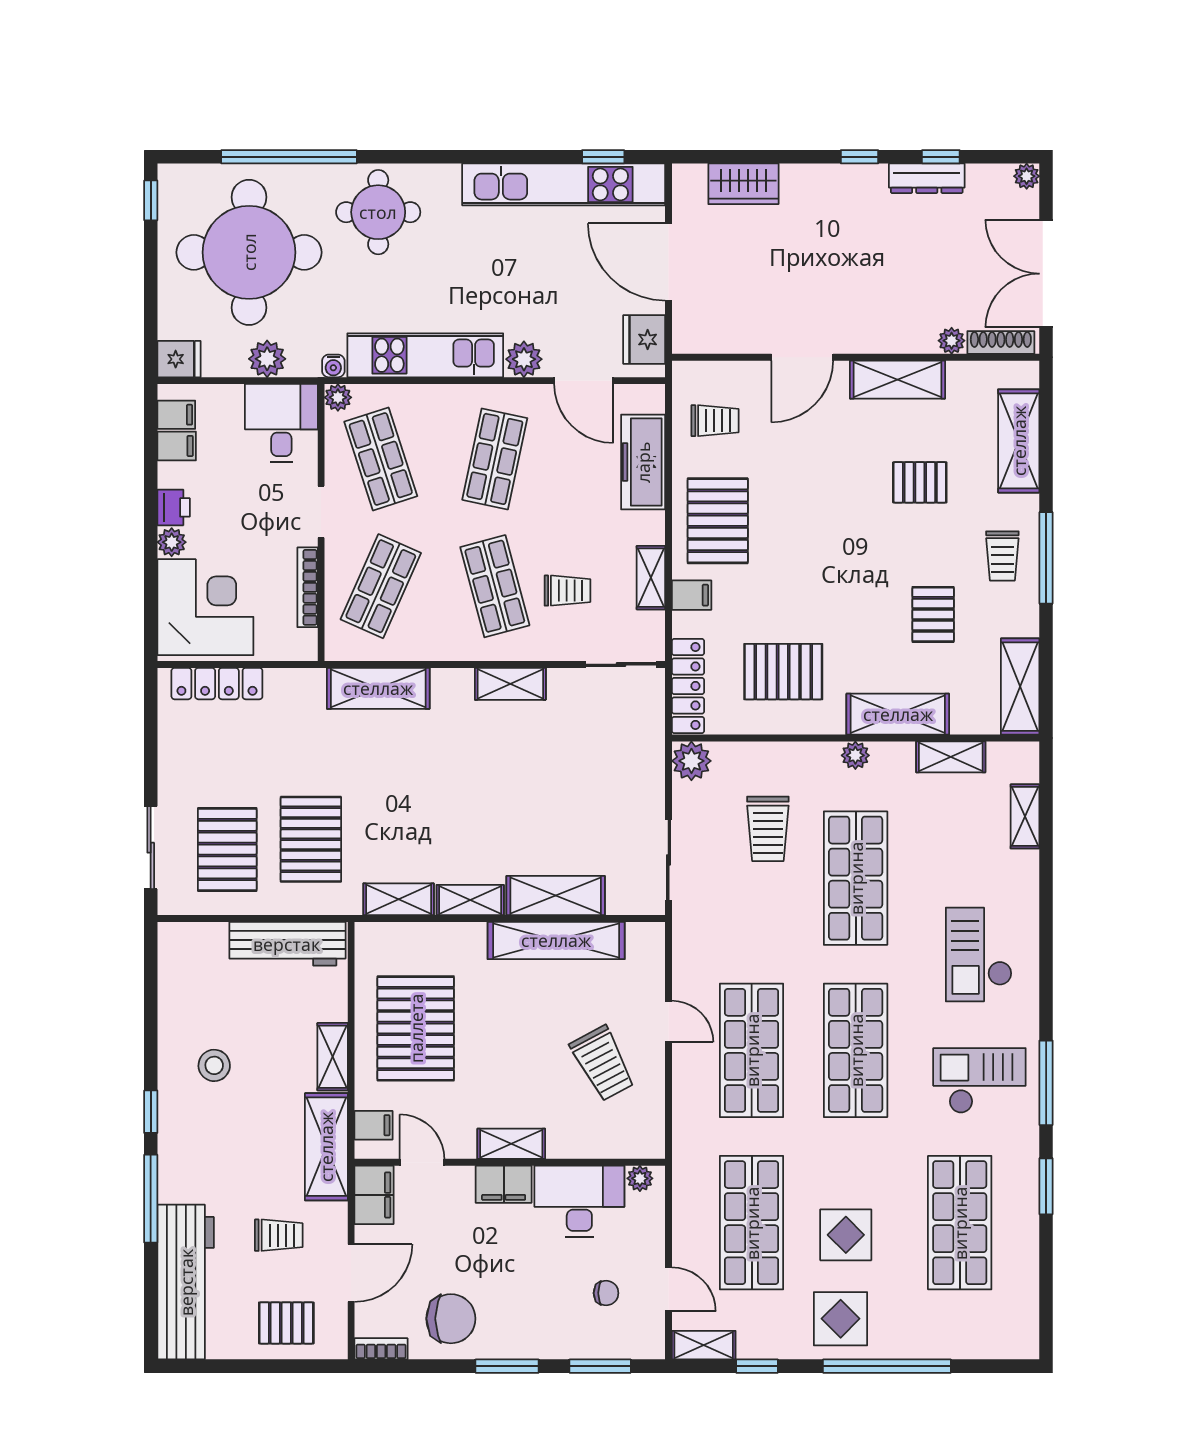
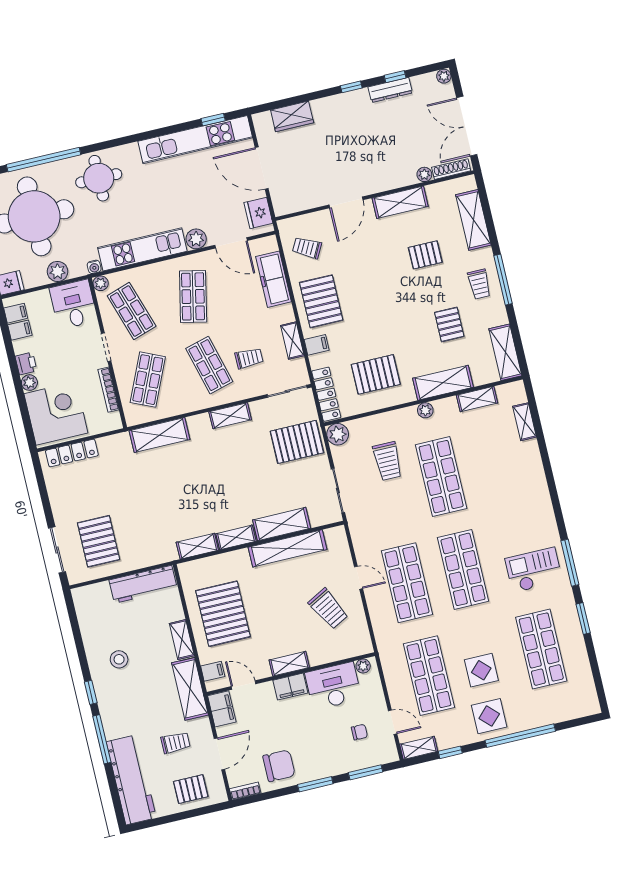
trolley: (715, 421) -> (307, 248), turned -152
pallet: (311, 839) -> (297, 442), moved, turned 90
checkout: (979, 955) -> (517, 502), removed

